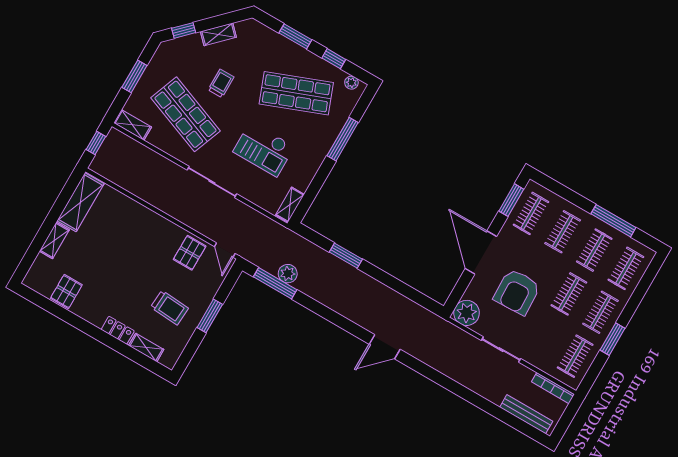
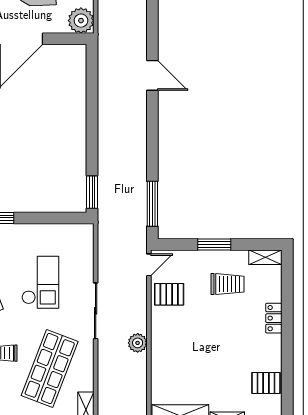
shelving: (290, 205) -> (76, 231), removed
window: (346, 256) -> (92, 192), moved
plant: (288, 274) -> (138, 343), moved
trolley: (170, 308) -> (228, 284), turned 86
shelving: (146, 348) -> (265, 257), moved, turned 90

